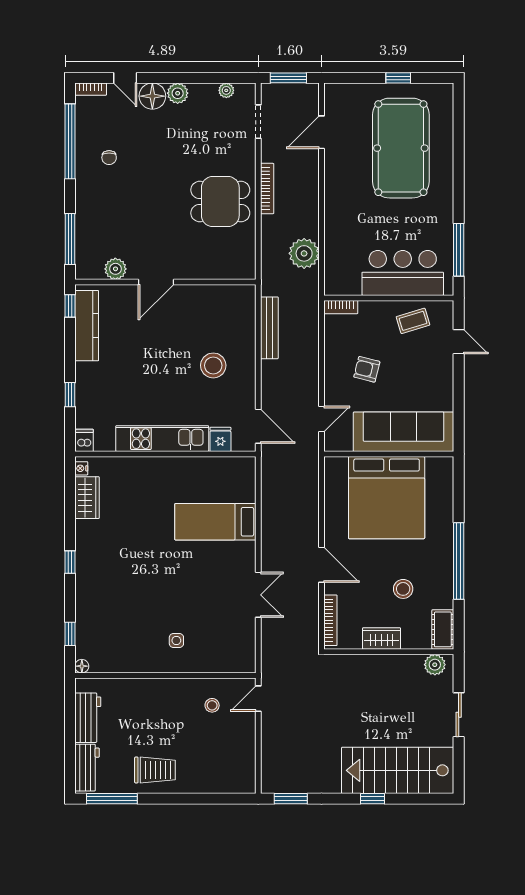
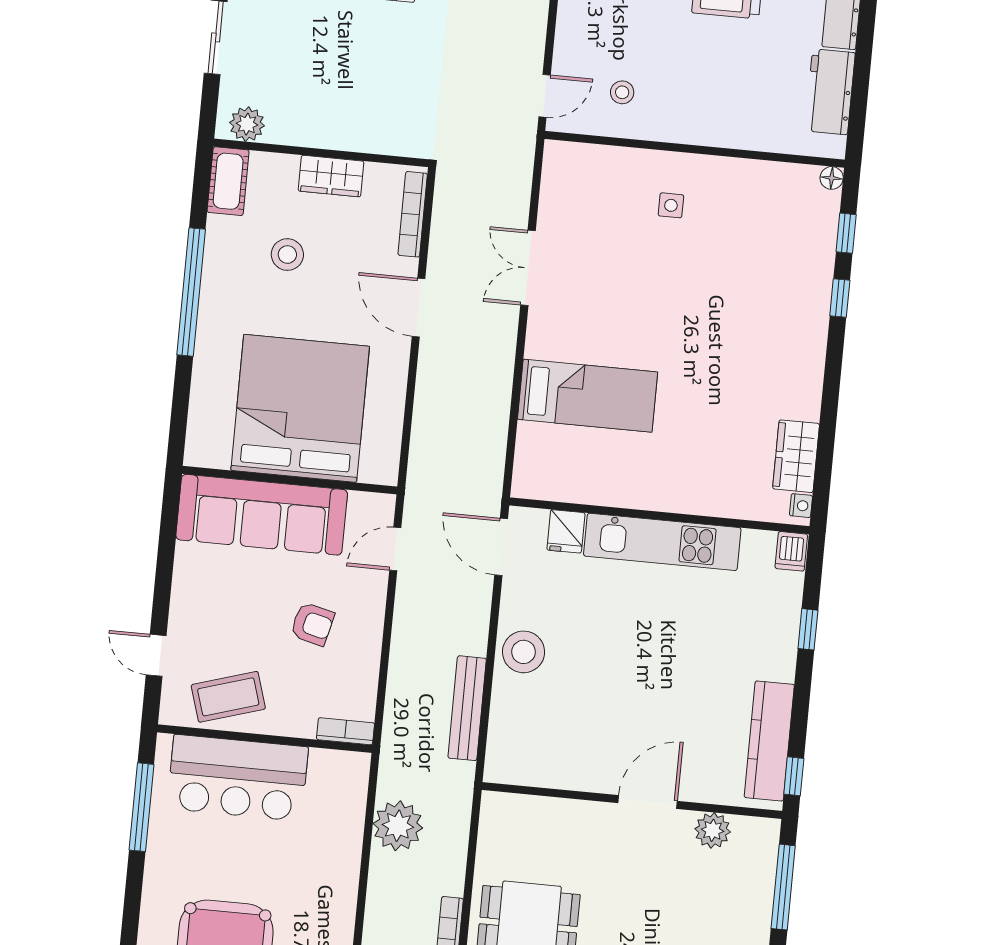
coffee table: (413, 321) -> (228, 697), width x1.36, depth x1.30
stool: (213, 365) -> (524, 652), moved
window: (70, 562) -> (840, 298), moved

